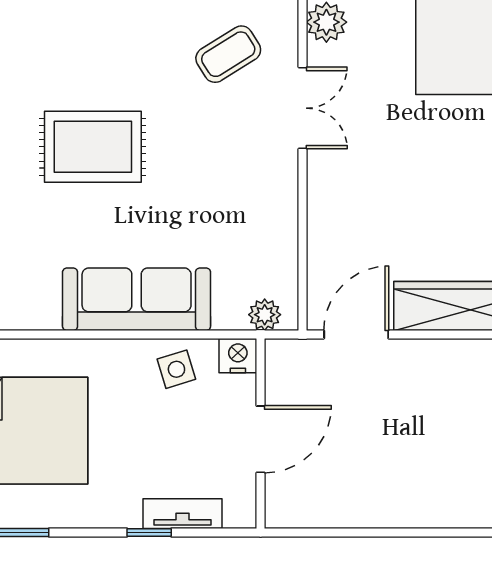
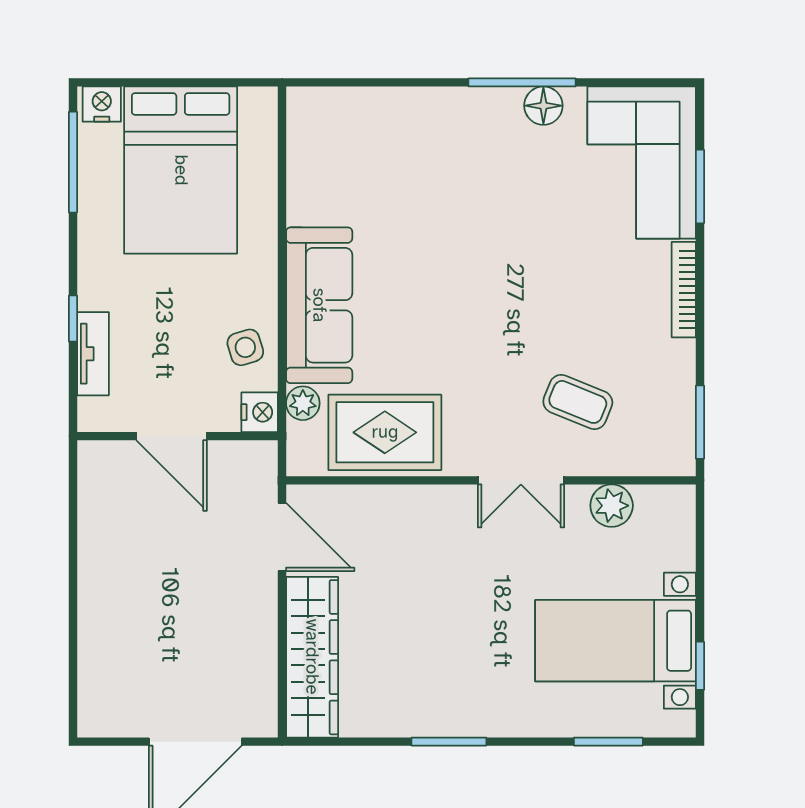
coffee table: (228, 54) -> (578, 402), turned -36
rug: (93, 147) -> (385, 432), moved, turned 90
plant: (265, 315) -> (303, 403), moved

